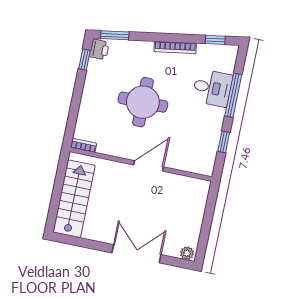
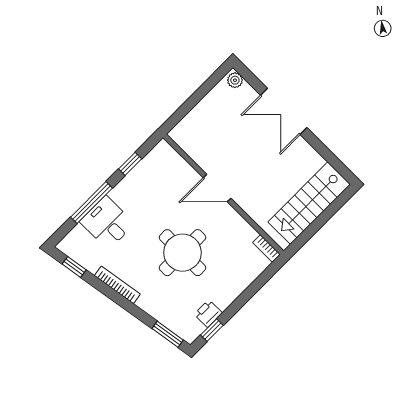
printer: (99, 49) -> (208, 314), moved

